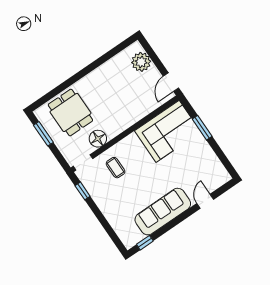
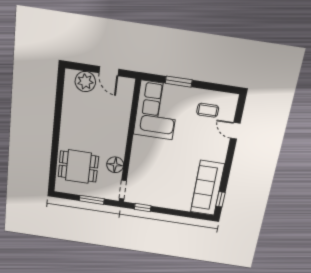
door: (171, 82) -> (109, 71), moved
window: (43, 134) -> (92, 200), moved
coffee table: (116, 168) -> (208, 110), moved
sofa: (163, 212) -> (207, 188), moved

